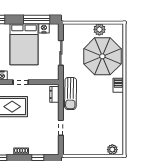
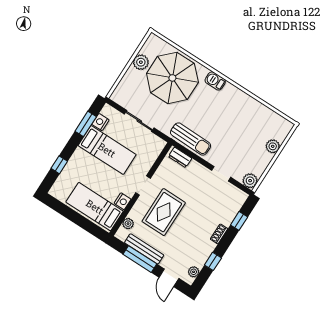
window: (37, 19) -> (86, 124), width x0.69
bed: (24, 44) -> (107, 150), width x0.67
plant: (68, 149) -> (250, 181), added
plant: (112, 150) -> (273, 146), moved

